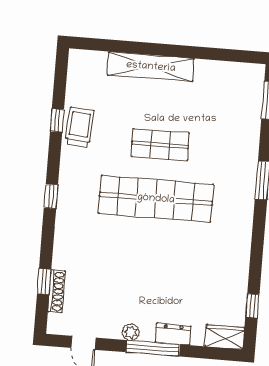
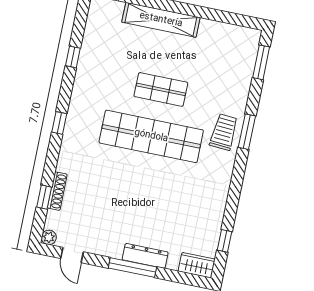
trolley: (80, 127) -> (224, 132), moved
shoe rack: (57, 291) -> (57, 191), moved
plant: (131, 332) -> (49, 237), moved
dresser: (173, 334) -> (145, 256), width x1.44

